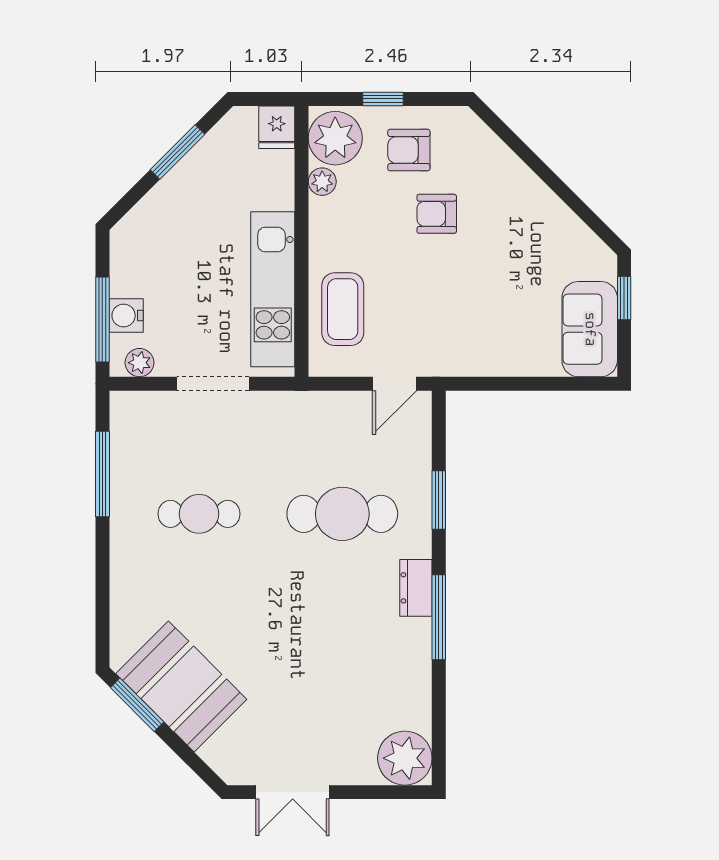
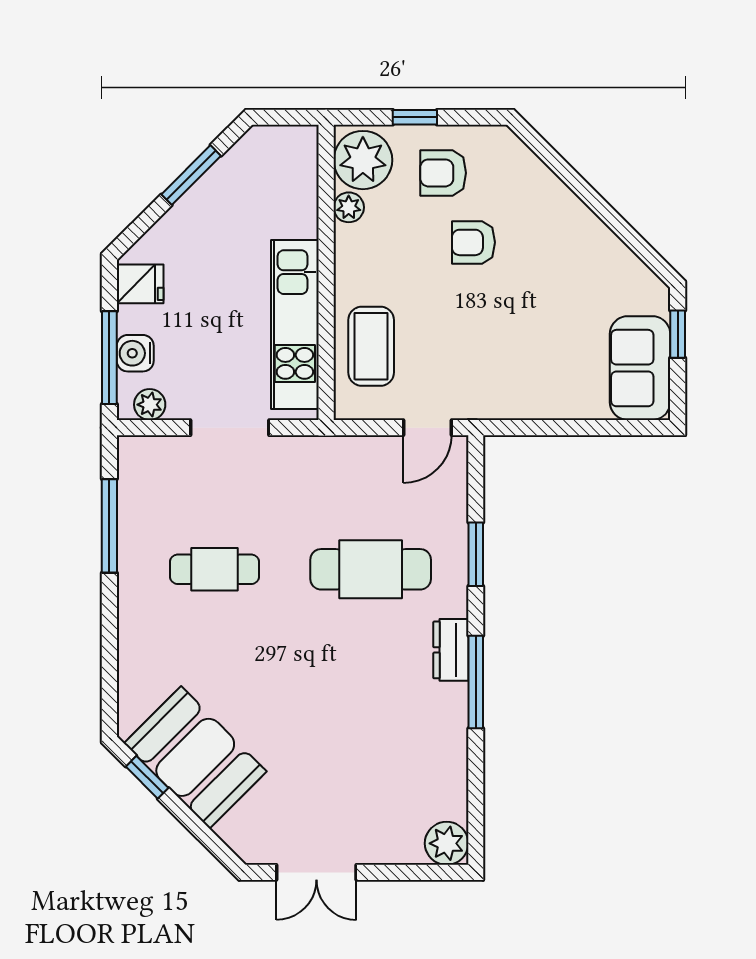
fridge: (277, 127) -> (140, 284), moved, turned -90
window: (137, 705) -> (147, 777), width x0.67
plant: (405, 758) -> (447, 843), width x0.73, depth x0.73

